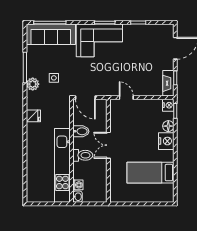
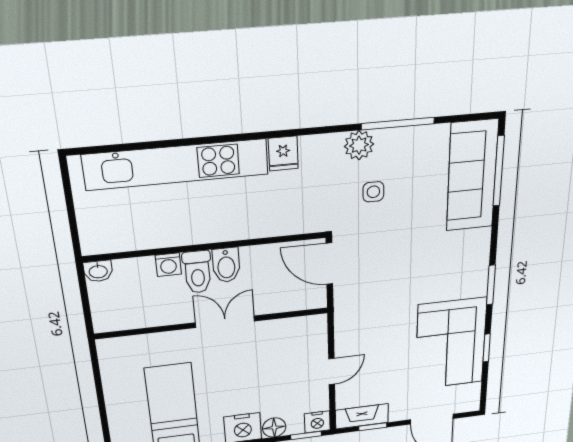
corner sofa: (99, 40) -> (451, 344), moved
door: (85, 98) -> (329, 264), hinge flipped
door: (126, 98) -> (332, 371), moved
bidet: (81, 131) -> (226, 265), moved
kitchen unit: (62, 165) -> (176, 165), moved, turned 180
washing machine: (78, 185) -> (168, 265), moved

